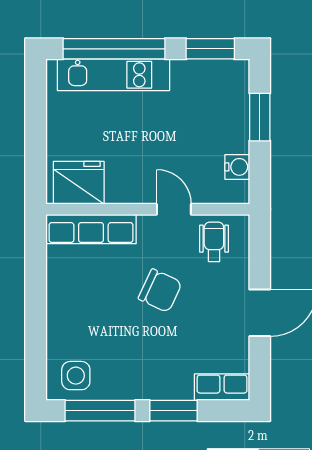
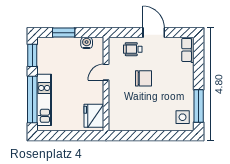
row of seats: (91, 229) -> (115, 110), removed
wheelchair: (214, 242) -> (133, 49), moved
chair: (160, 291) -> (143, 78), turned 65
window: (174, 411) -> (199, 72), removed

